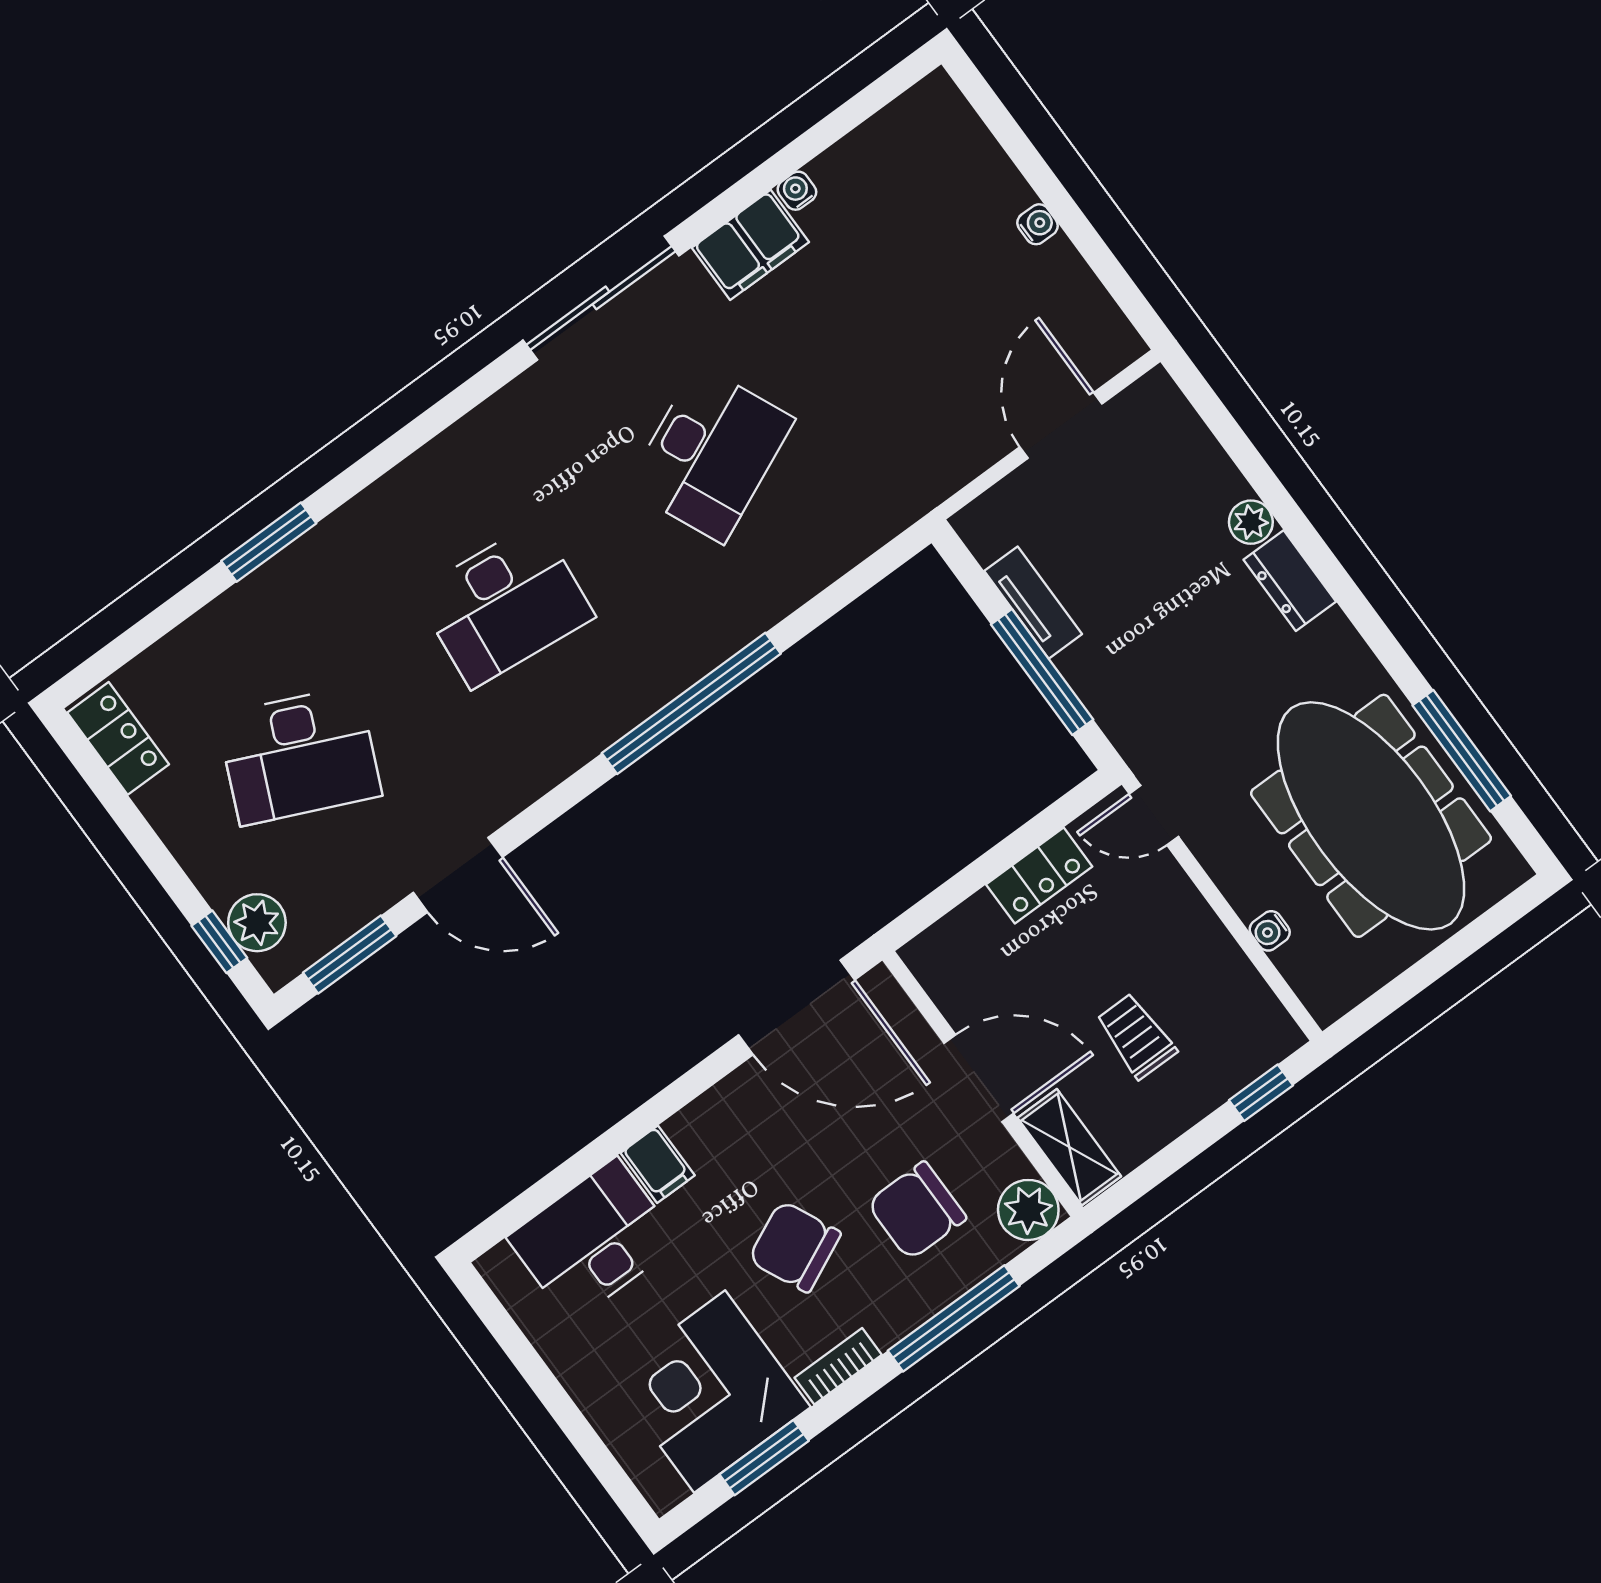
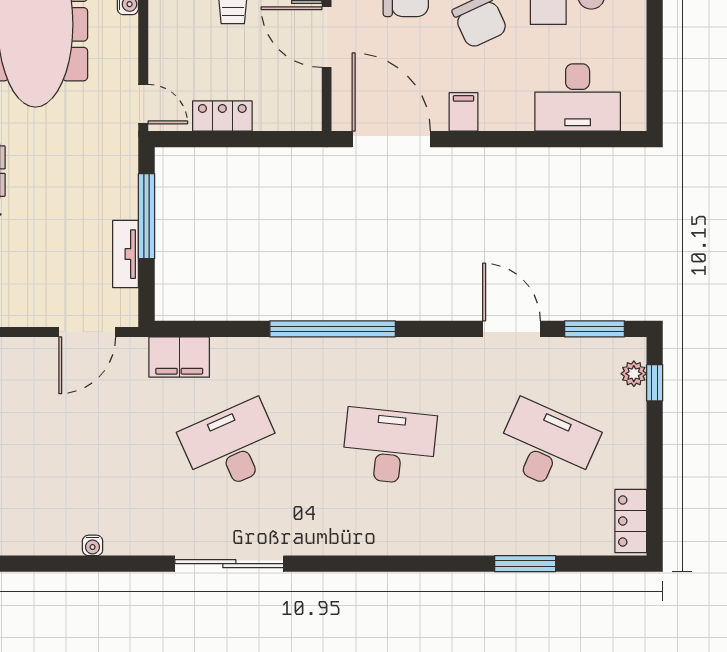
filing cabinet: (750, 245) -> (179, 357), moved, turned 180
door: (1061, 425) -> (87, 332), moved
window: (269, 542) -> (525, 564), moved
plant: (257, 923) -> (634, 374), width x0.73, depth x0.73
filing cabinet: (658, 1164) -> (463, 112), moved

